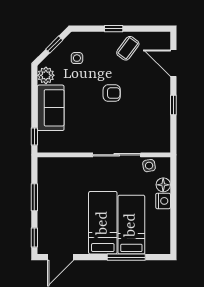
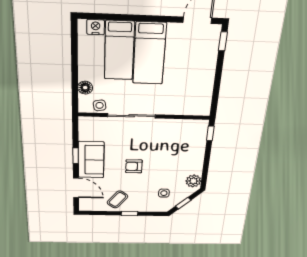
sofa: (51, 108) -> (91, 160), moved, turned 180
window: (34, 197) -> (218, 80), removed
nightstand: (163, 201) -> (96, 27), moved, turned 90
window: (126, 257) -> (126, 17), removed

